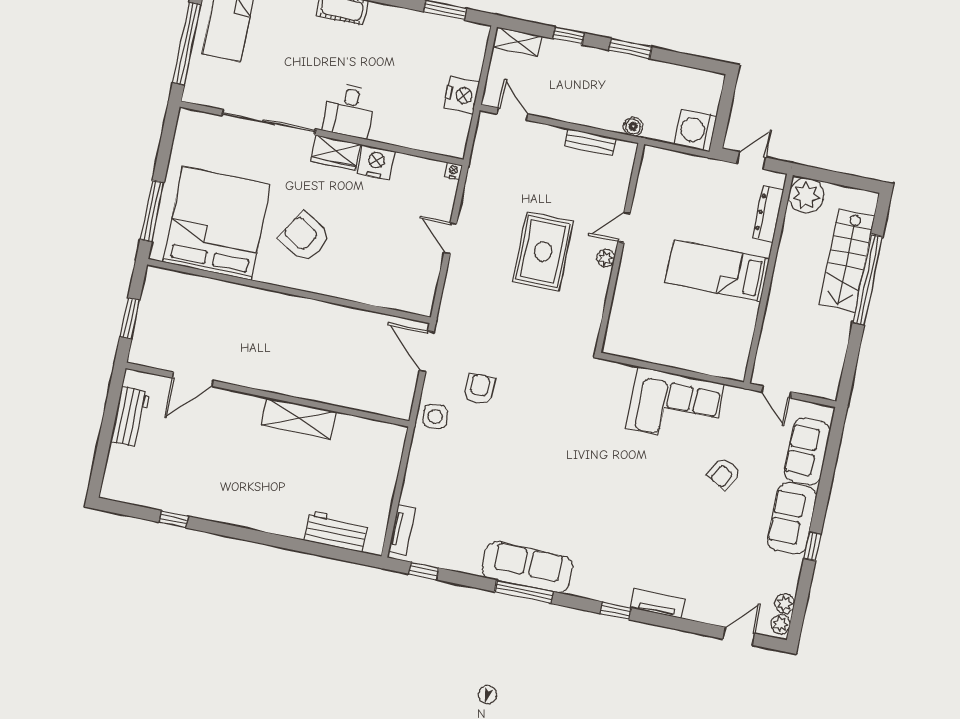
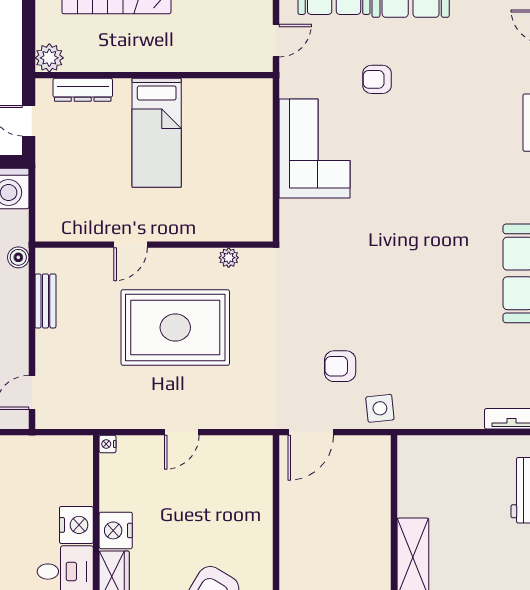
nightstand: (462, 95) -> (76, 525), moved, turned 90
plant: (806, 195) -> (49, 58), width x0.73, depth x0.73
door: (624, 227) -> (131, 245), hinge flipped
rug: (543, 251) -> (175, 328), width x1.37, depth x1.44
plant: (606, 258) -> (229, 258), moved
armchair: (724, 474) -> (377, 79), turned 151

